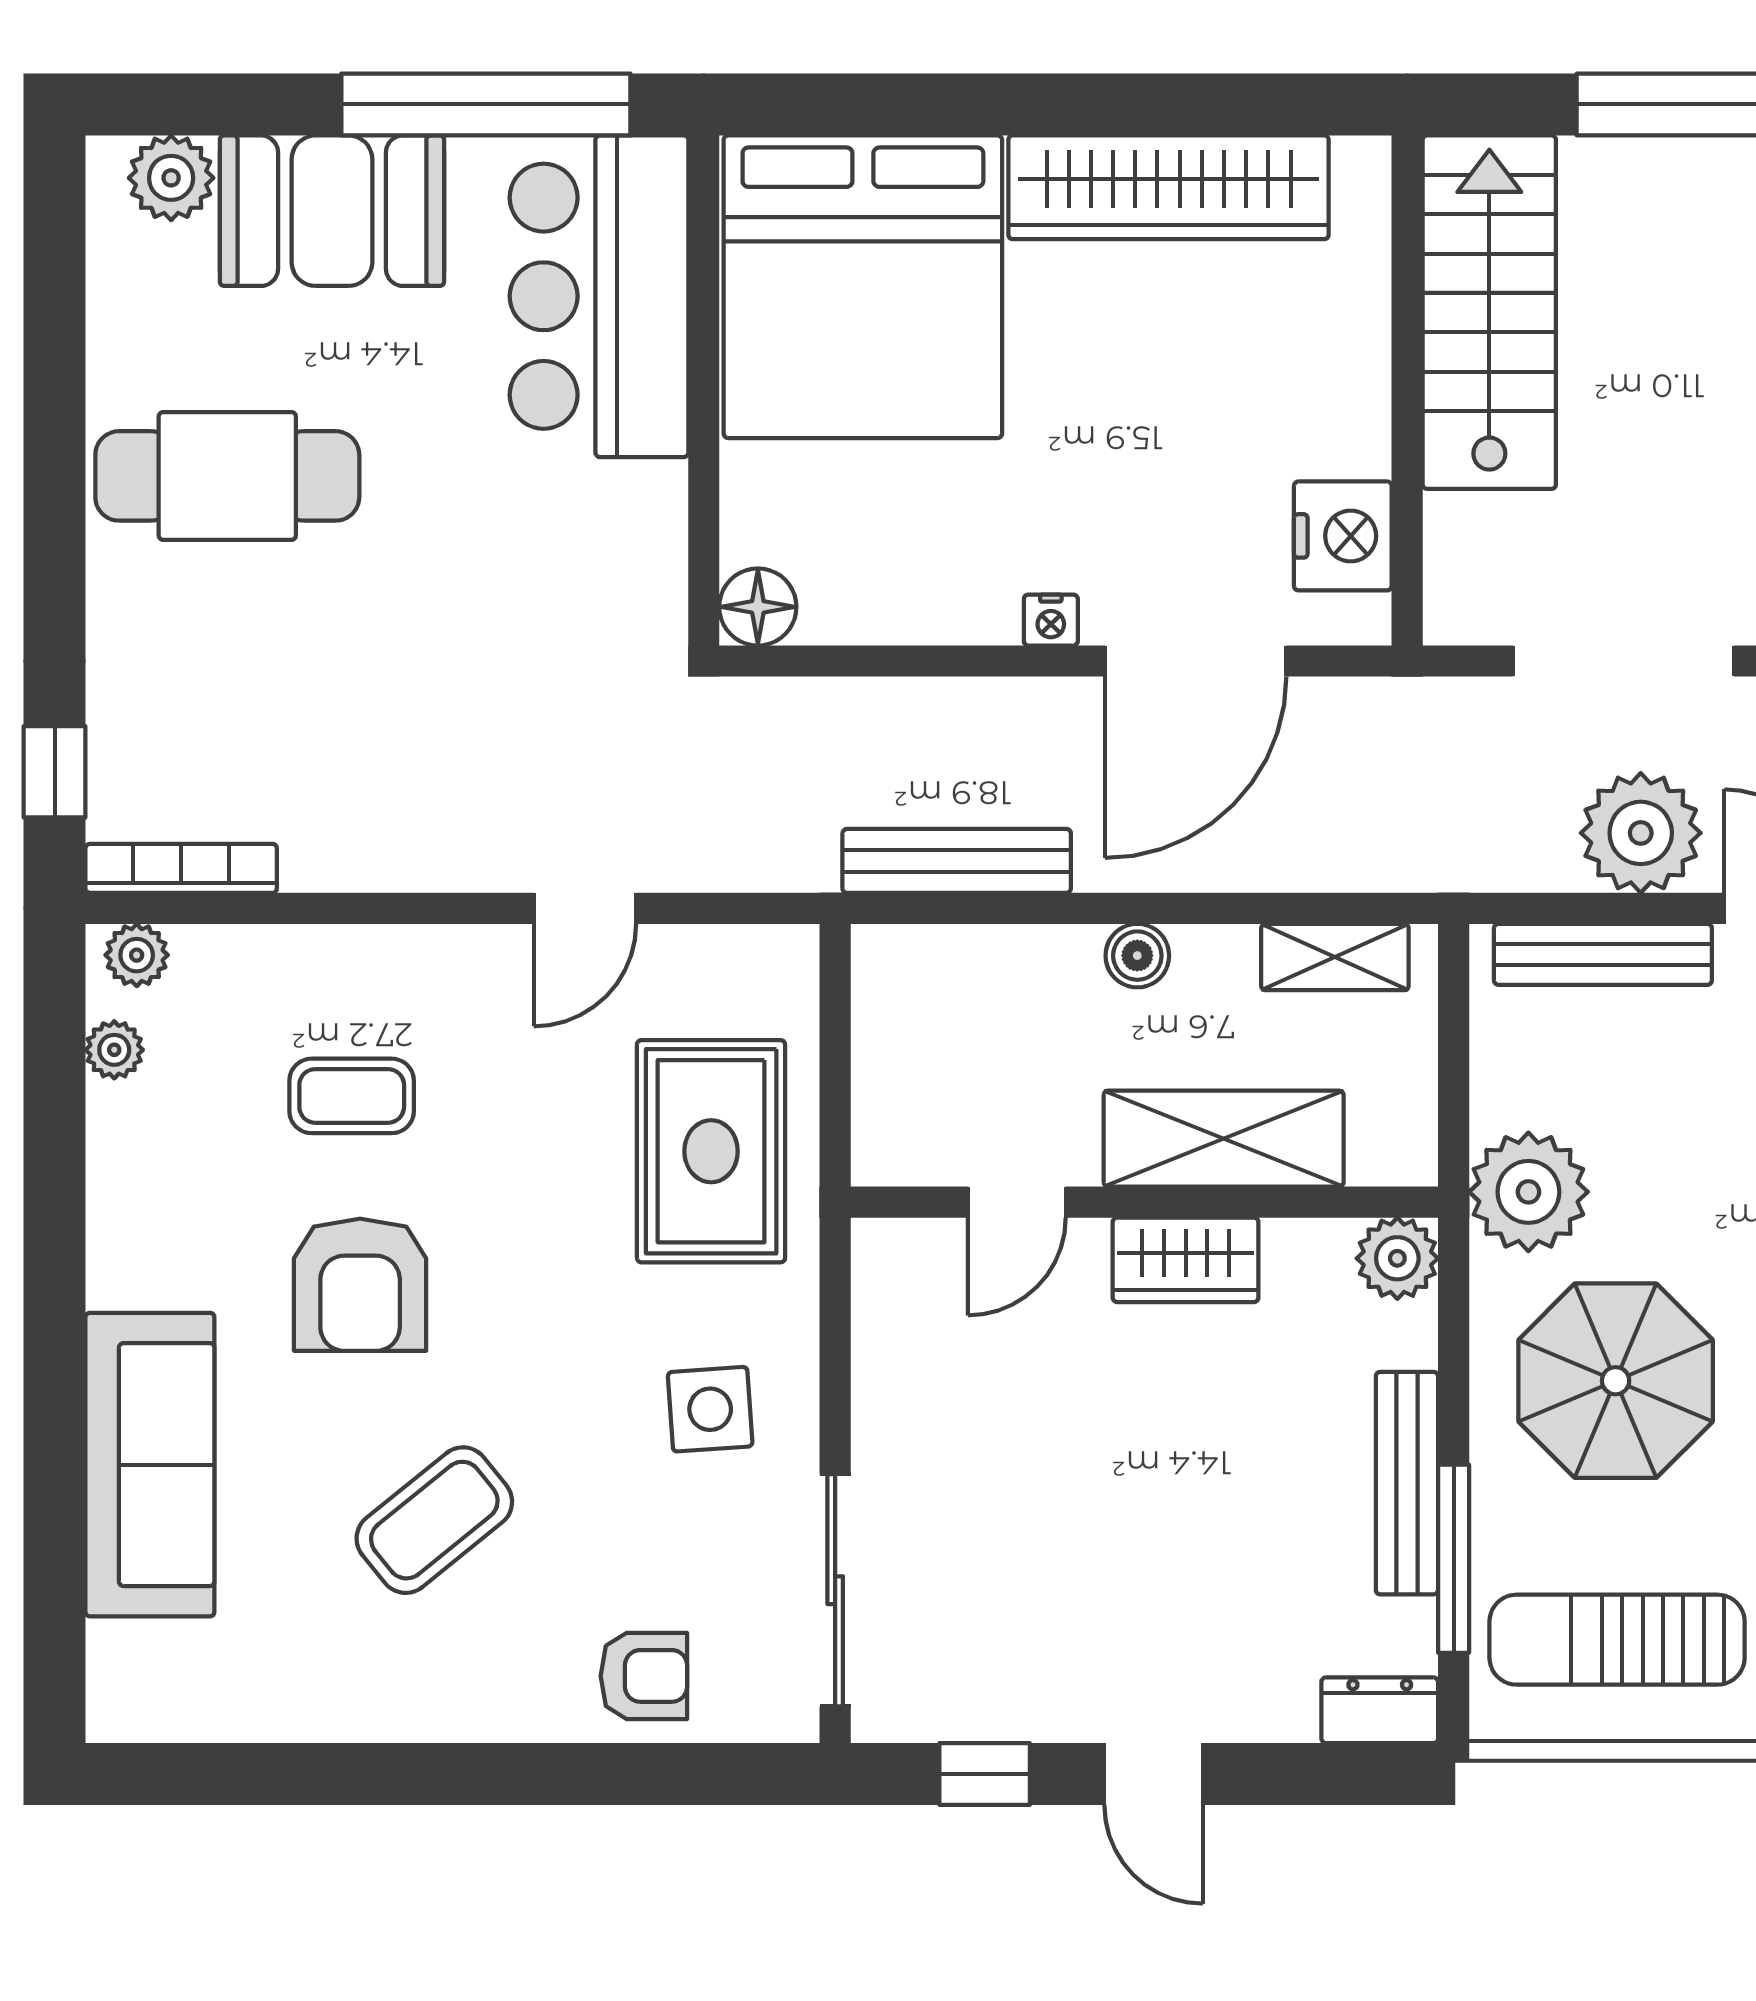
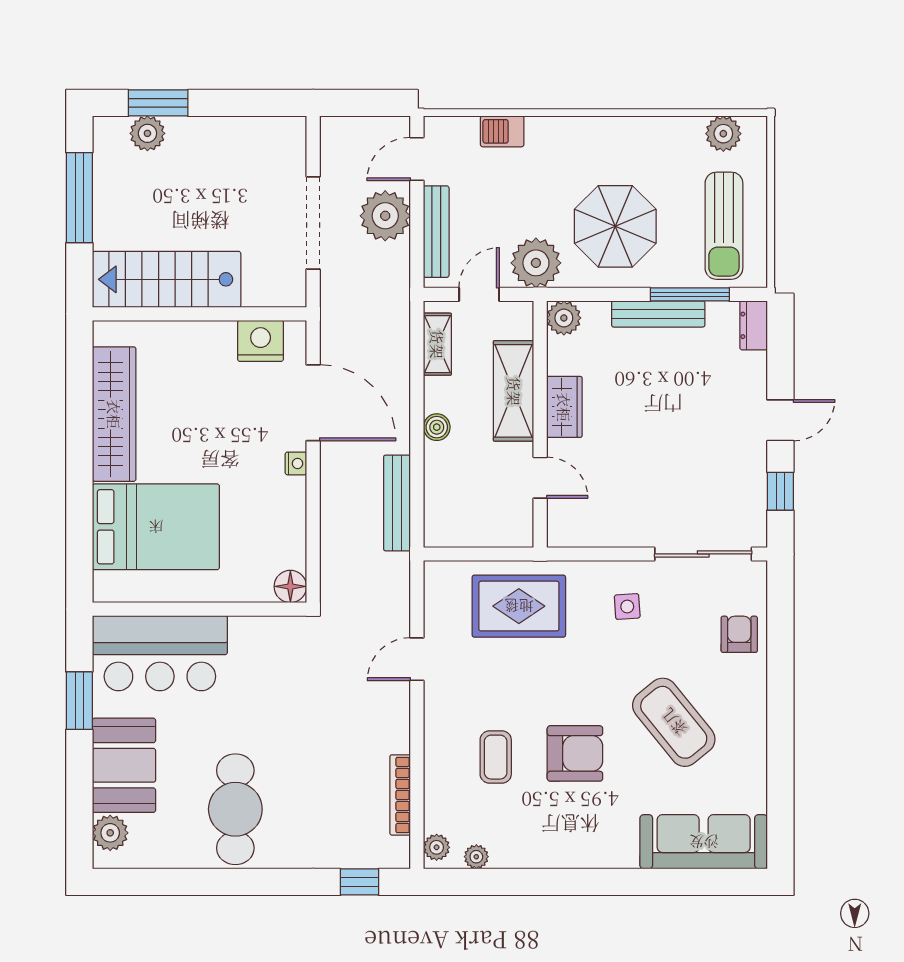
window: (486, 104) -> (79, 701), width x0.47
bed: (863, 287) -> (156, 527), width x0.73
bookcase: (181, 868) -> (400, 795), moved
door: (585, 908) -> (417, 659), swing flipped
door: (1454, 1057) -> (479, 294), added
side table: (710, 1409) -> (627, 607), width x0.73, depth x0.73
sofa: (150, 1465) -> (704, 842), moved
coffee table: (434, 1520) -> (674, 722), width x1.36, depth x1.32

